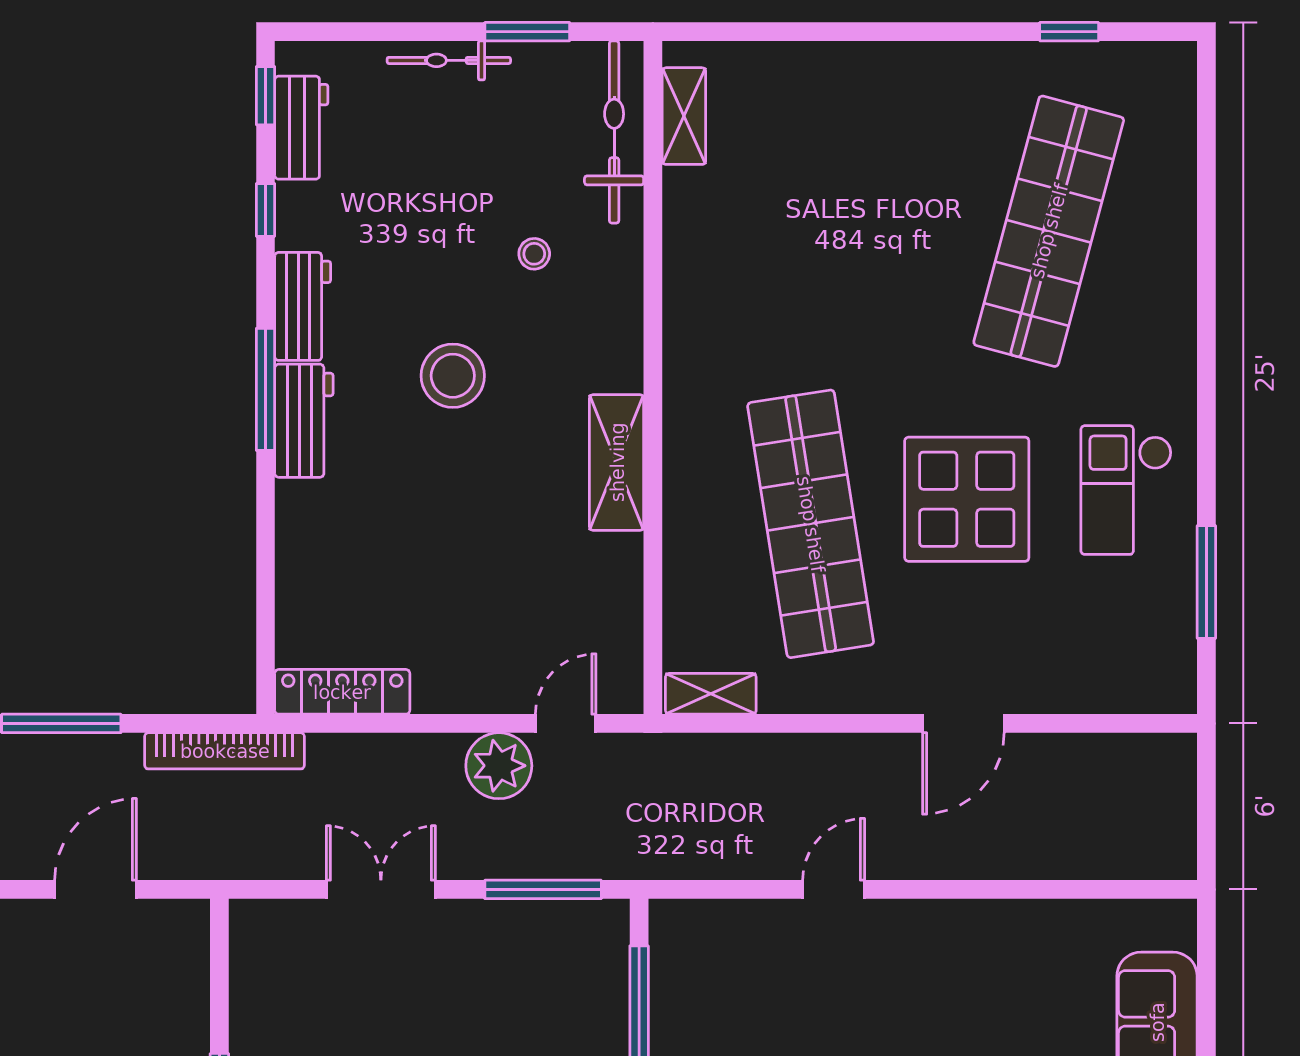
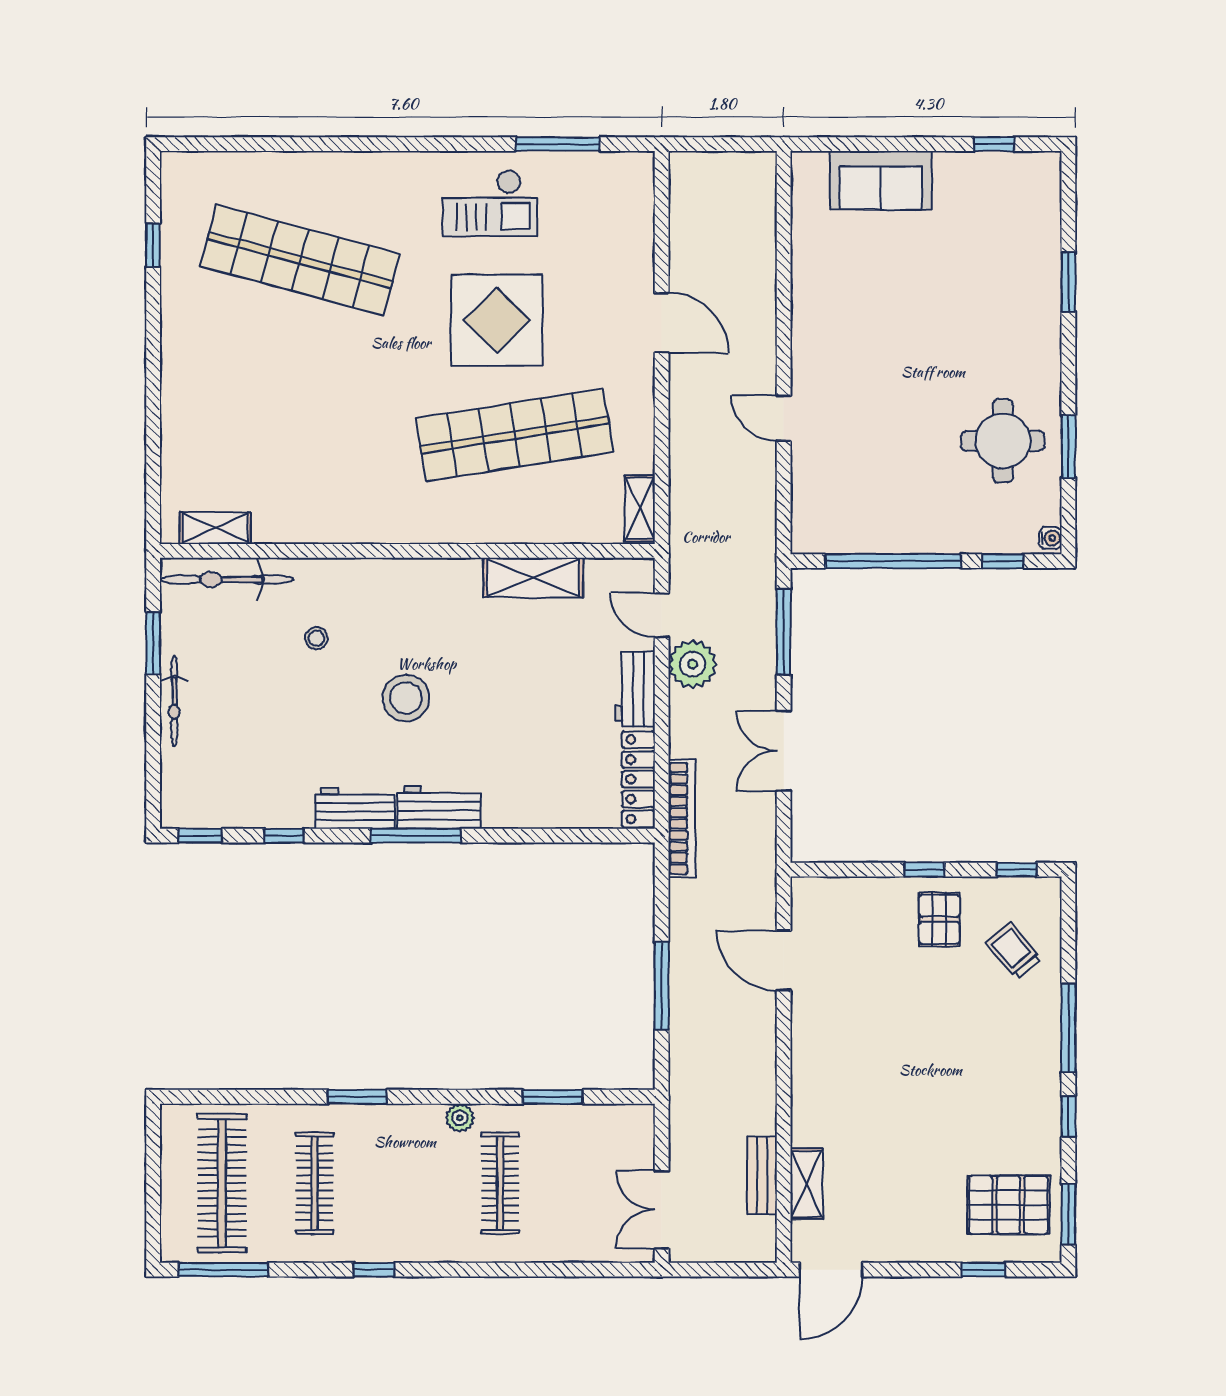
workbench: (301, 128) -> (635, 689), moved, turned -90
shelving: (617, 462) -> (533, 578), moved
bookcase: (225, 751) -> (682, 818), moved

